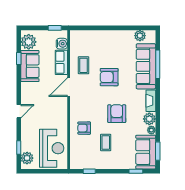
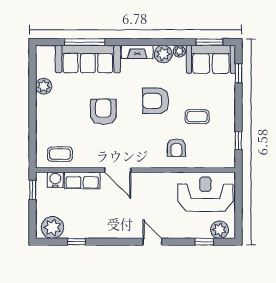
plant: (140, 36) -> (44, 86), moved
coffee table: (84, 65) -> (60, 154), moved
sofa: (30, 66) -> (87, 226), removed
armchair: (109, 77) -> (103, 112), turned 180

